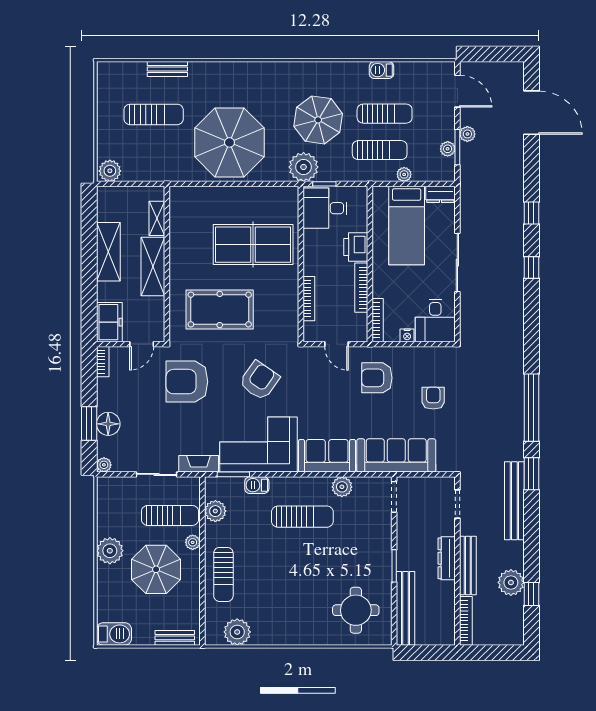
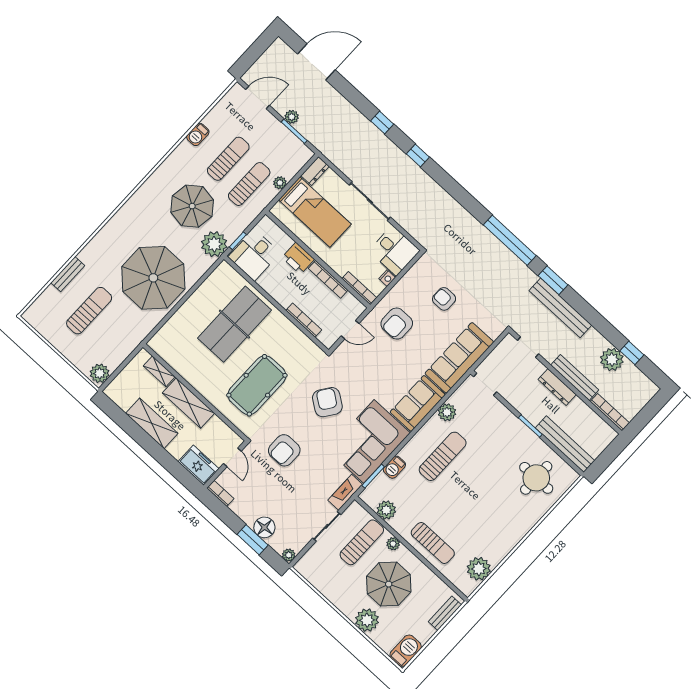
plant: (448, 149) -> (289, 139), removed
armchair: (187, 382) -> (284, 450), width x0.73, depth x0.73
plant: (110, 551) -> (367, 620), moved

